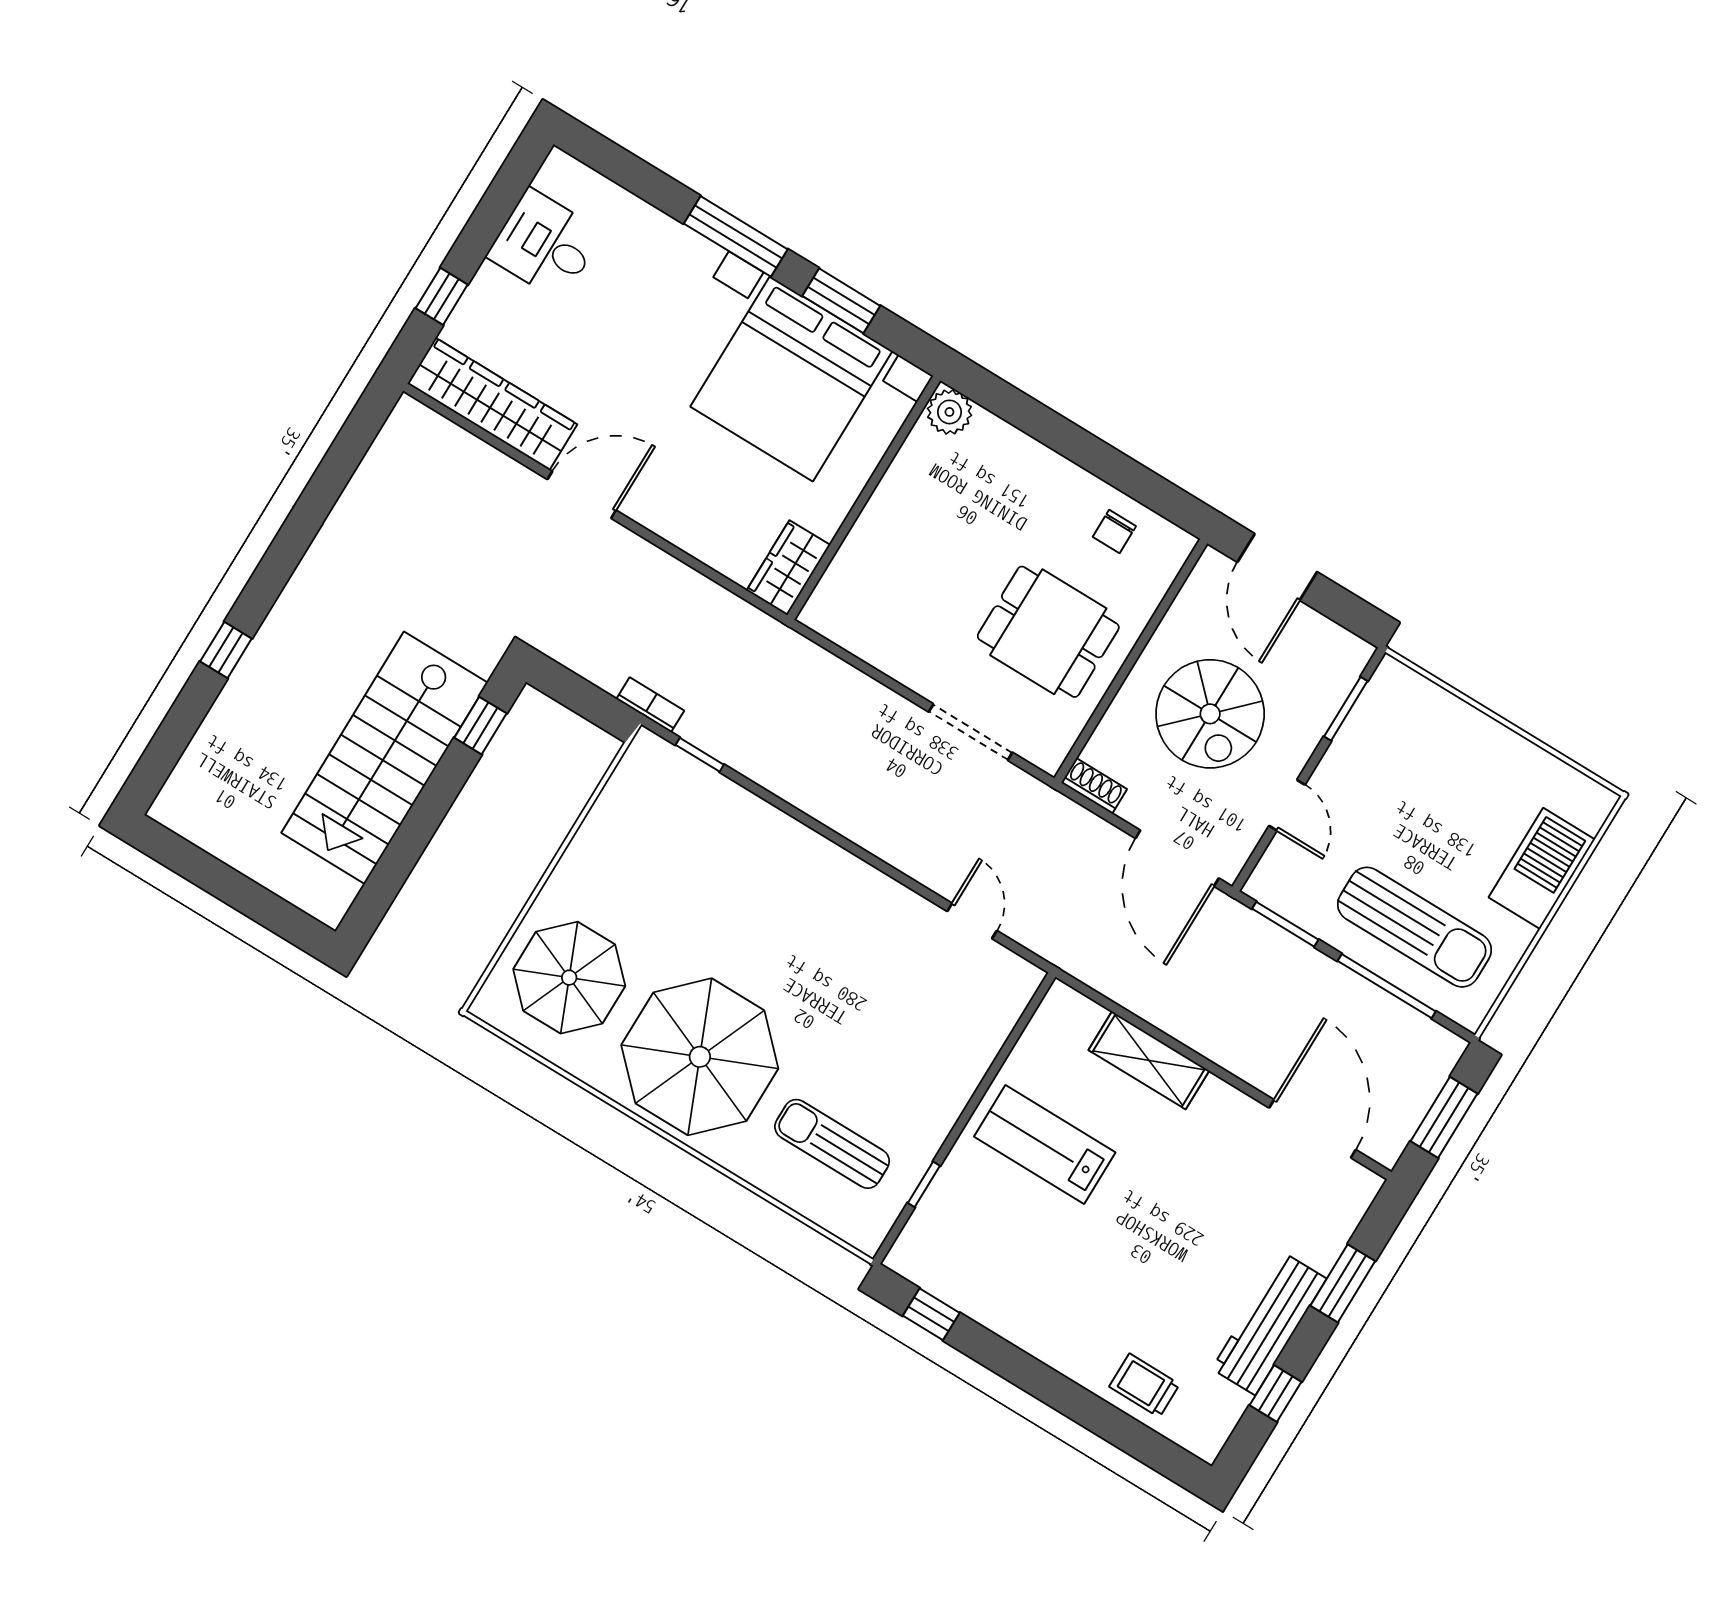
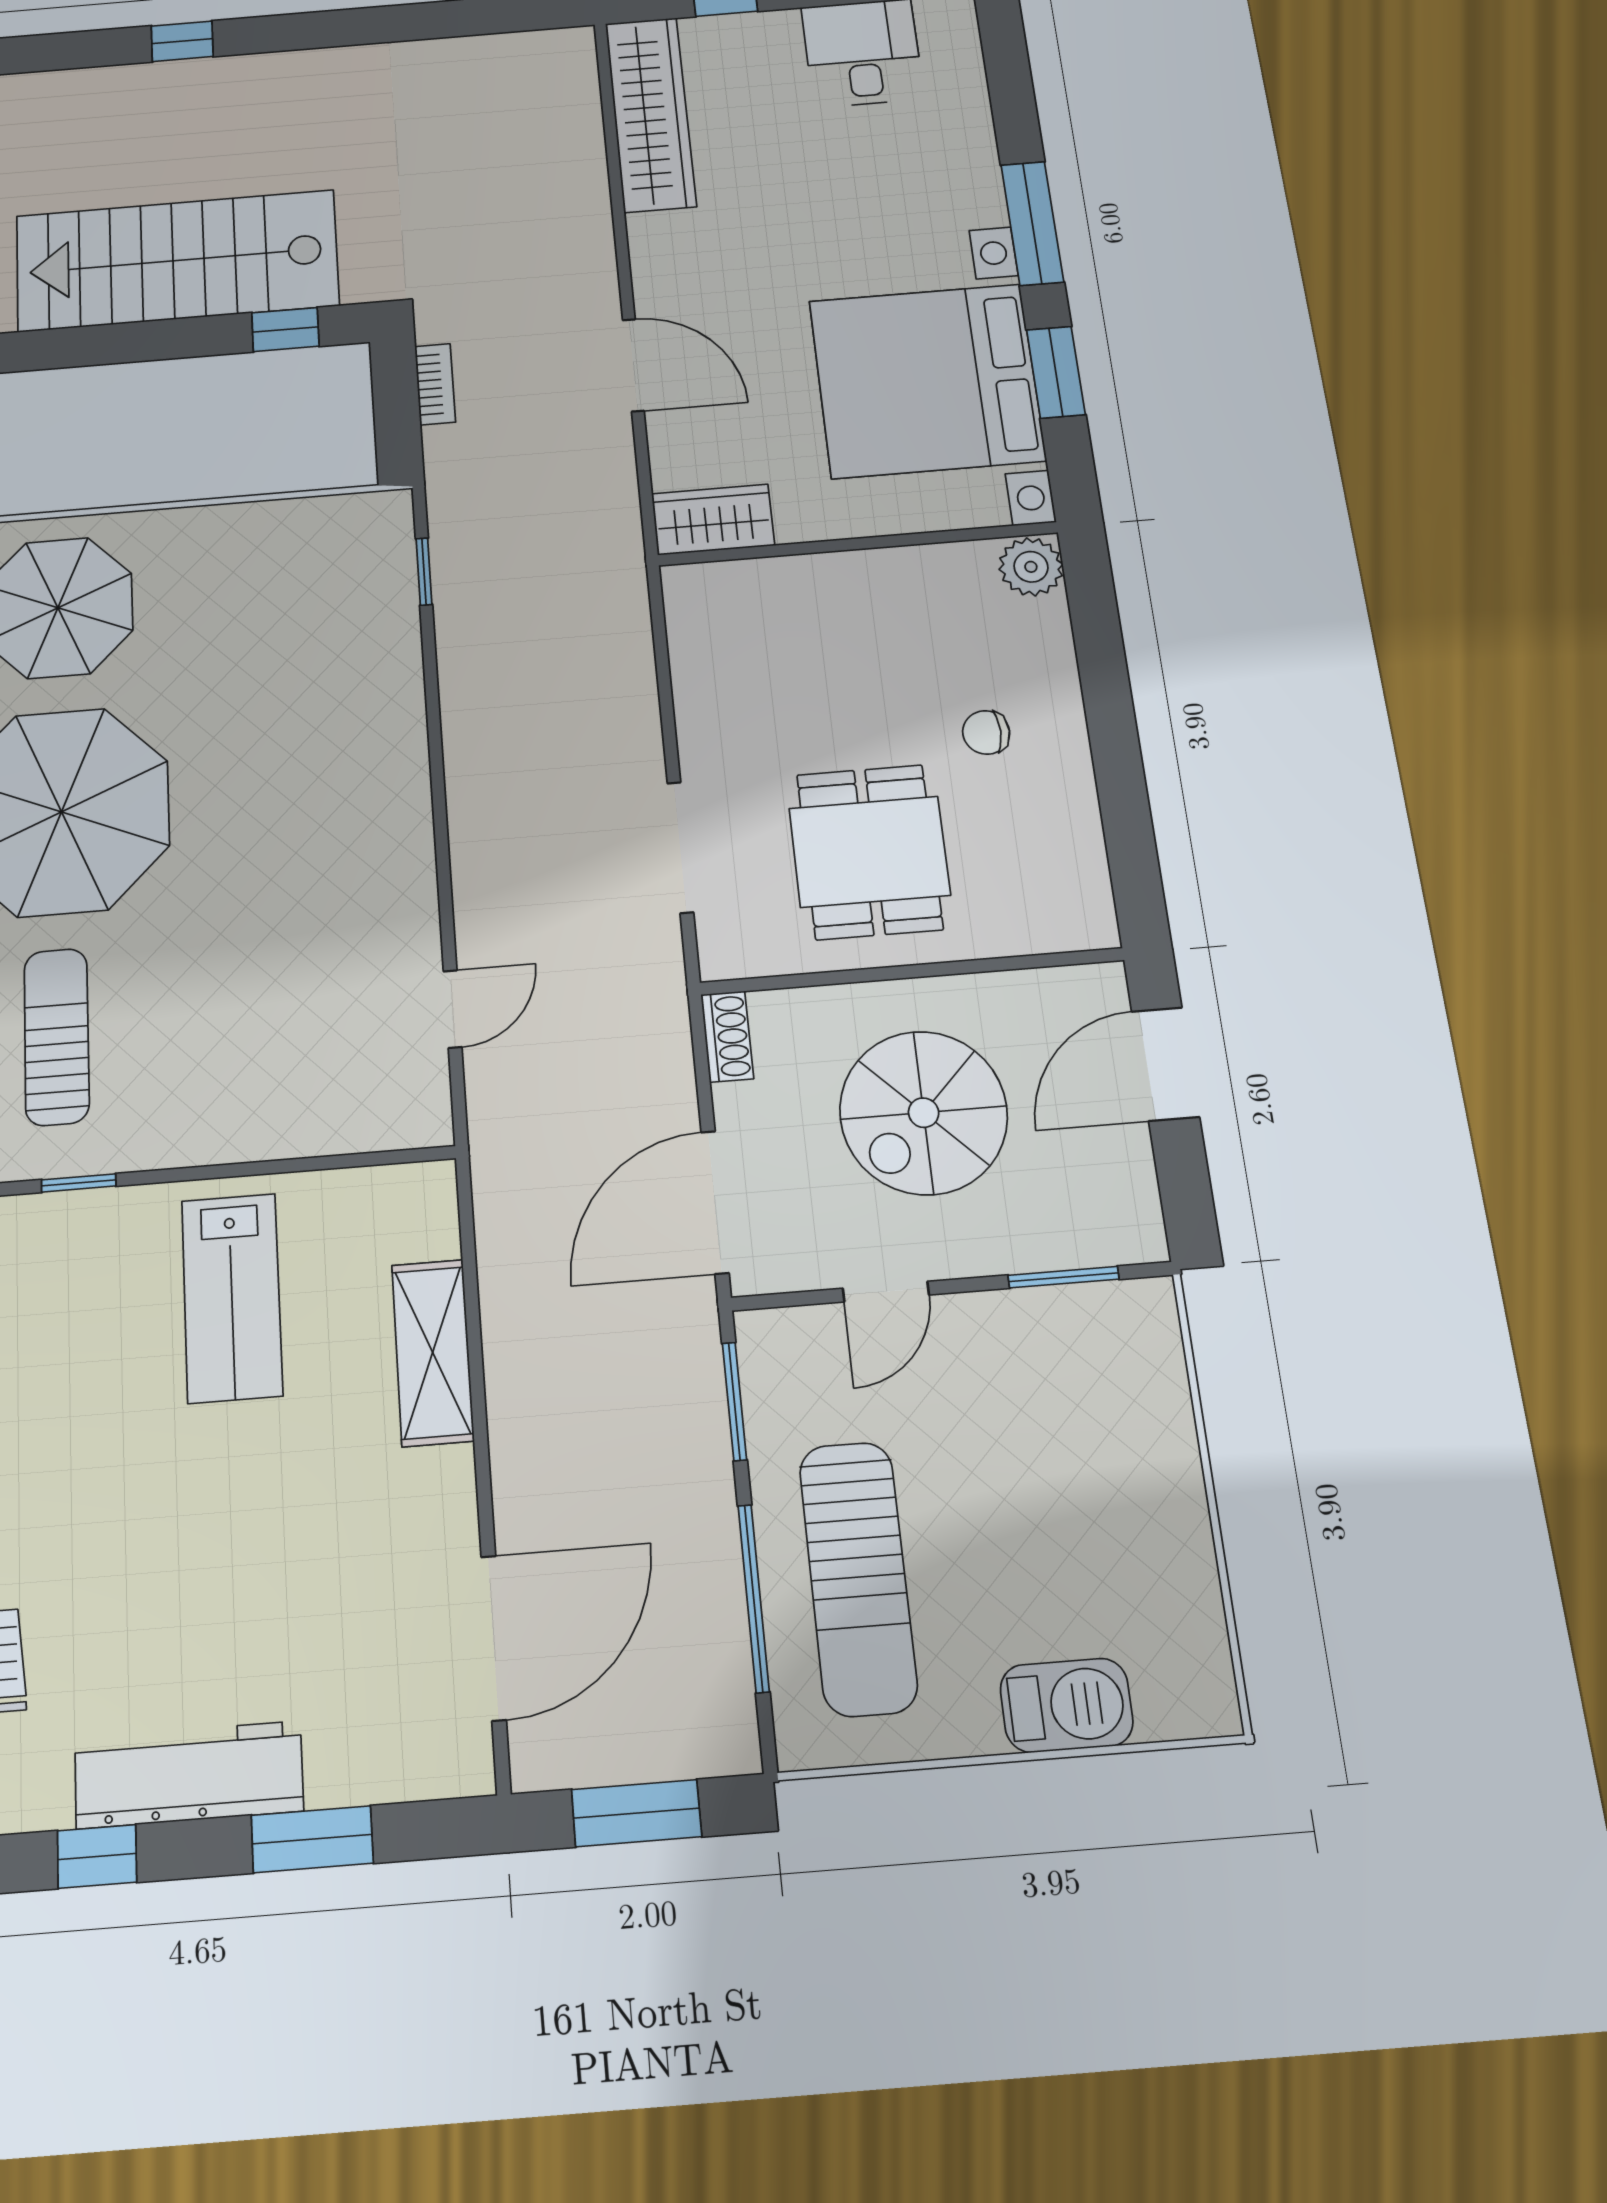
door: (582, 495) -> (633, 365), moved
chair: (1114, 531) -> (986, 732), moved
bookcase: (650, 705) -> (435, 384), moved
barbecue: (1542, 868) -> (1067, 1705), width x0.73, depth x0.83
lab bench: (1045, 1144) -> (232, 1298), turned 180

